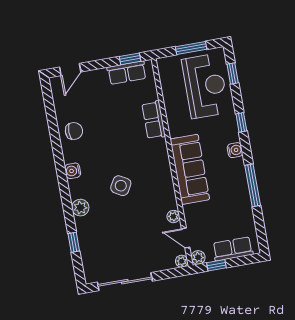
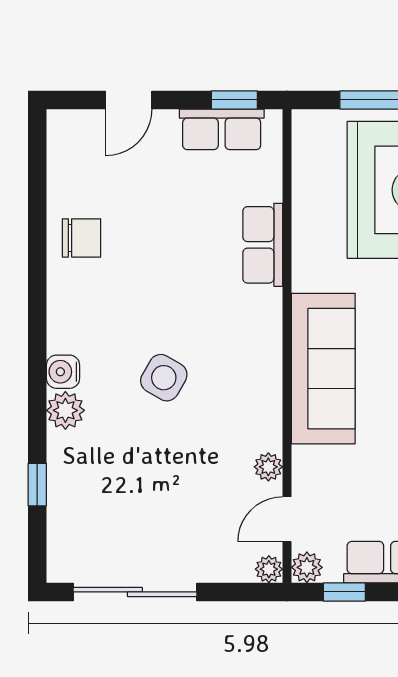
door: (70, 69) -> (129, 100), moved
water cooler: (73, 171) -> (63, 372), moved
door: (186, 238) -> (287, 519), hinge flipped

